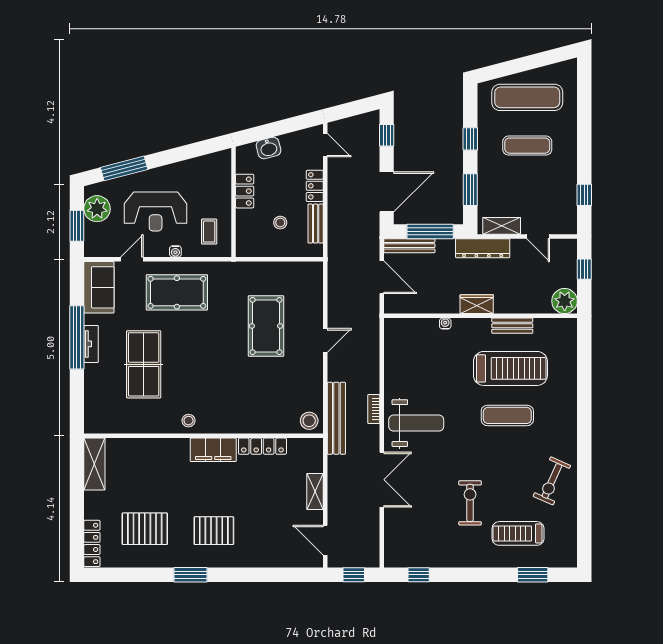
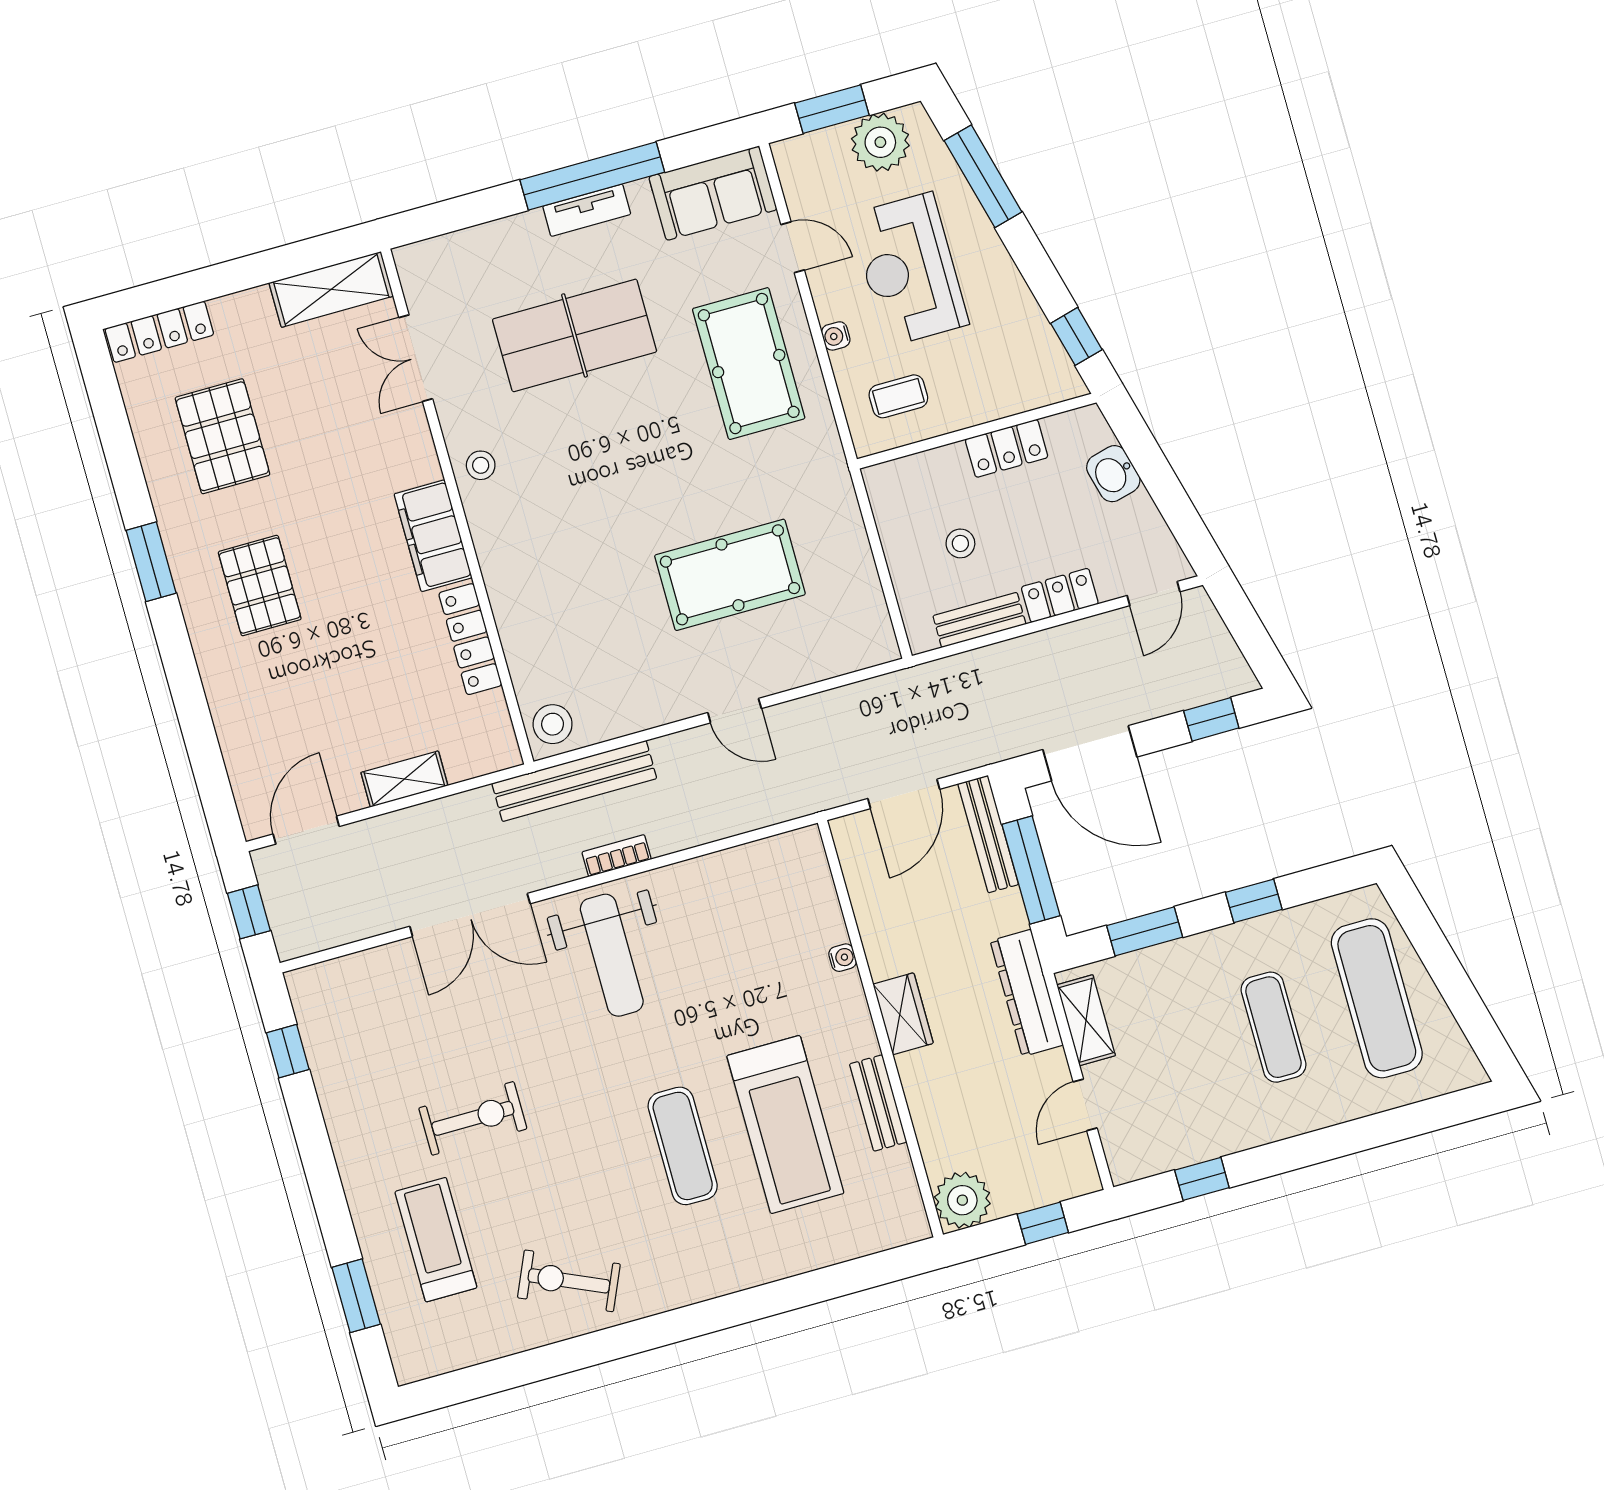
window: (205, 147) -> (1076, 336), added
double door: (134, 436) -> (416, 358), added

